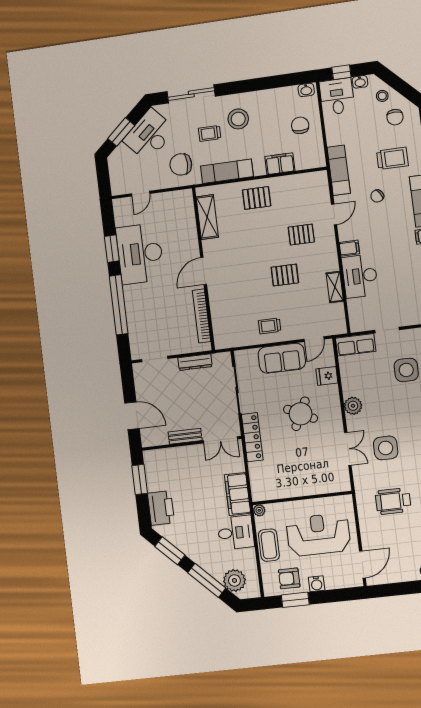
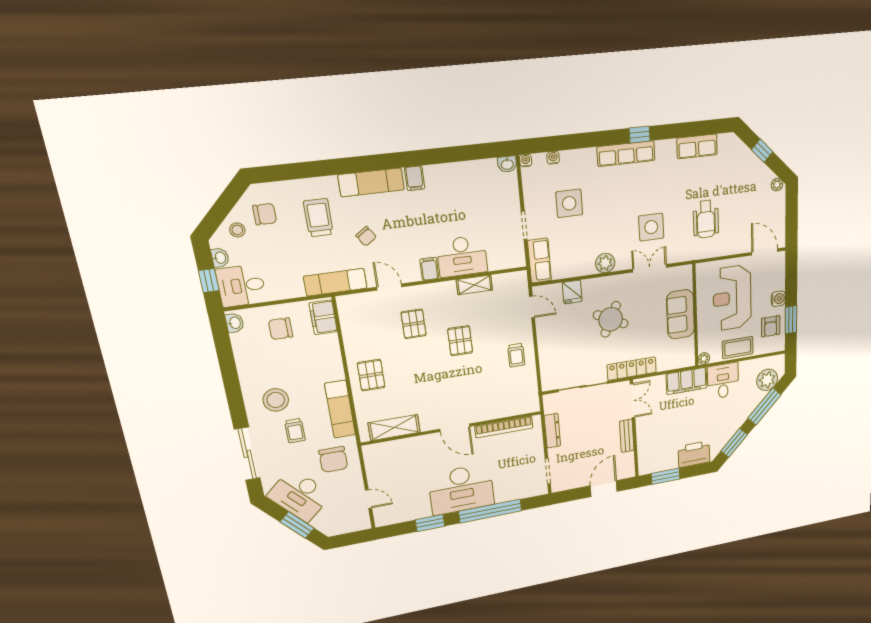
filing cabinet: (280, 164) -> (323, 317), moved
desk: (140, 254) -> (461, 489), moved
sofa: (282, 358) -> (680, 314), moved, turned 180

